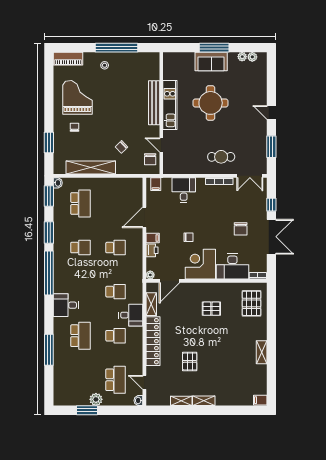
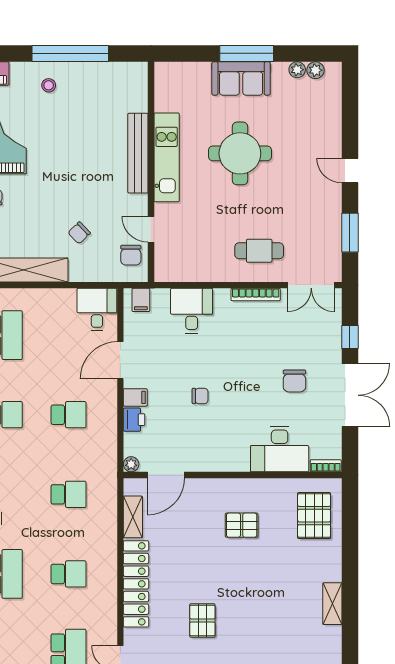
corner desk: (200, 264) -> (222, 445), removed
desk: (131, 315) -> (97, 310), moved, turned -90

